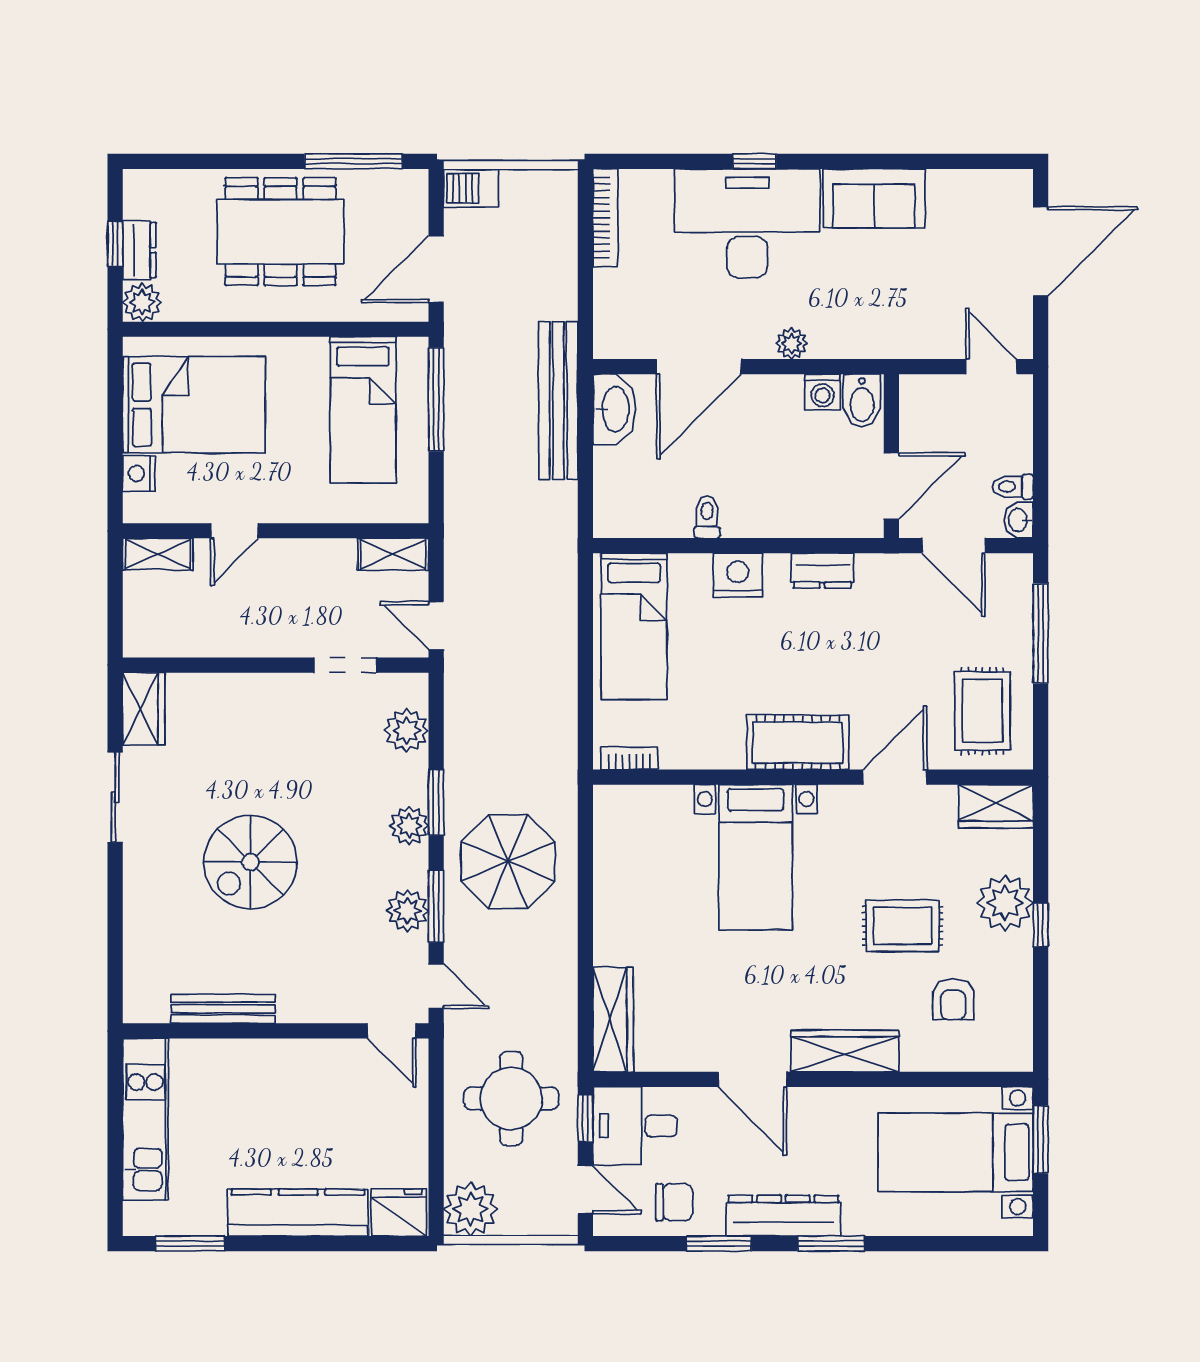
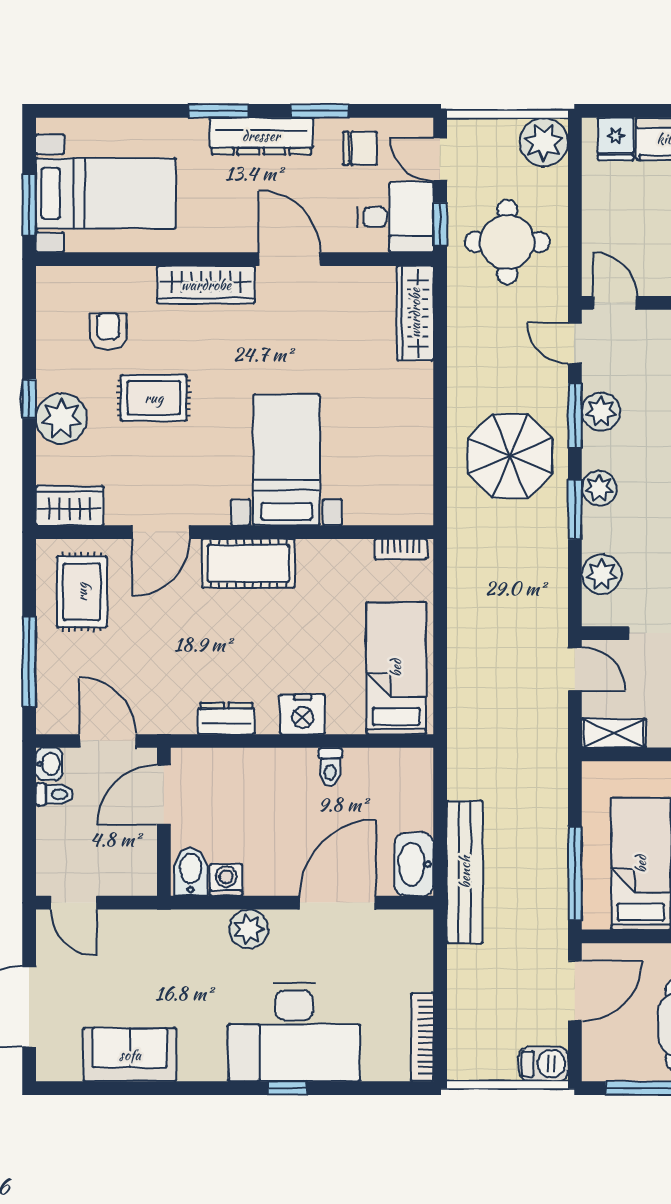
sofa: (874, 198) -> (130, 1055), moved
plant: (792, 343) -> (249, 929), width x1.38, depth x1.38
chair: (674, 1202) -> (360, 148), turned 180
fridge: (399, 1212) -> (616, 139), width x0.72

